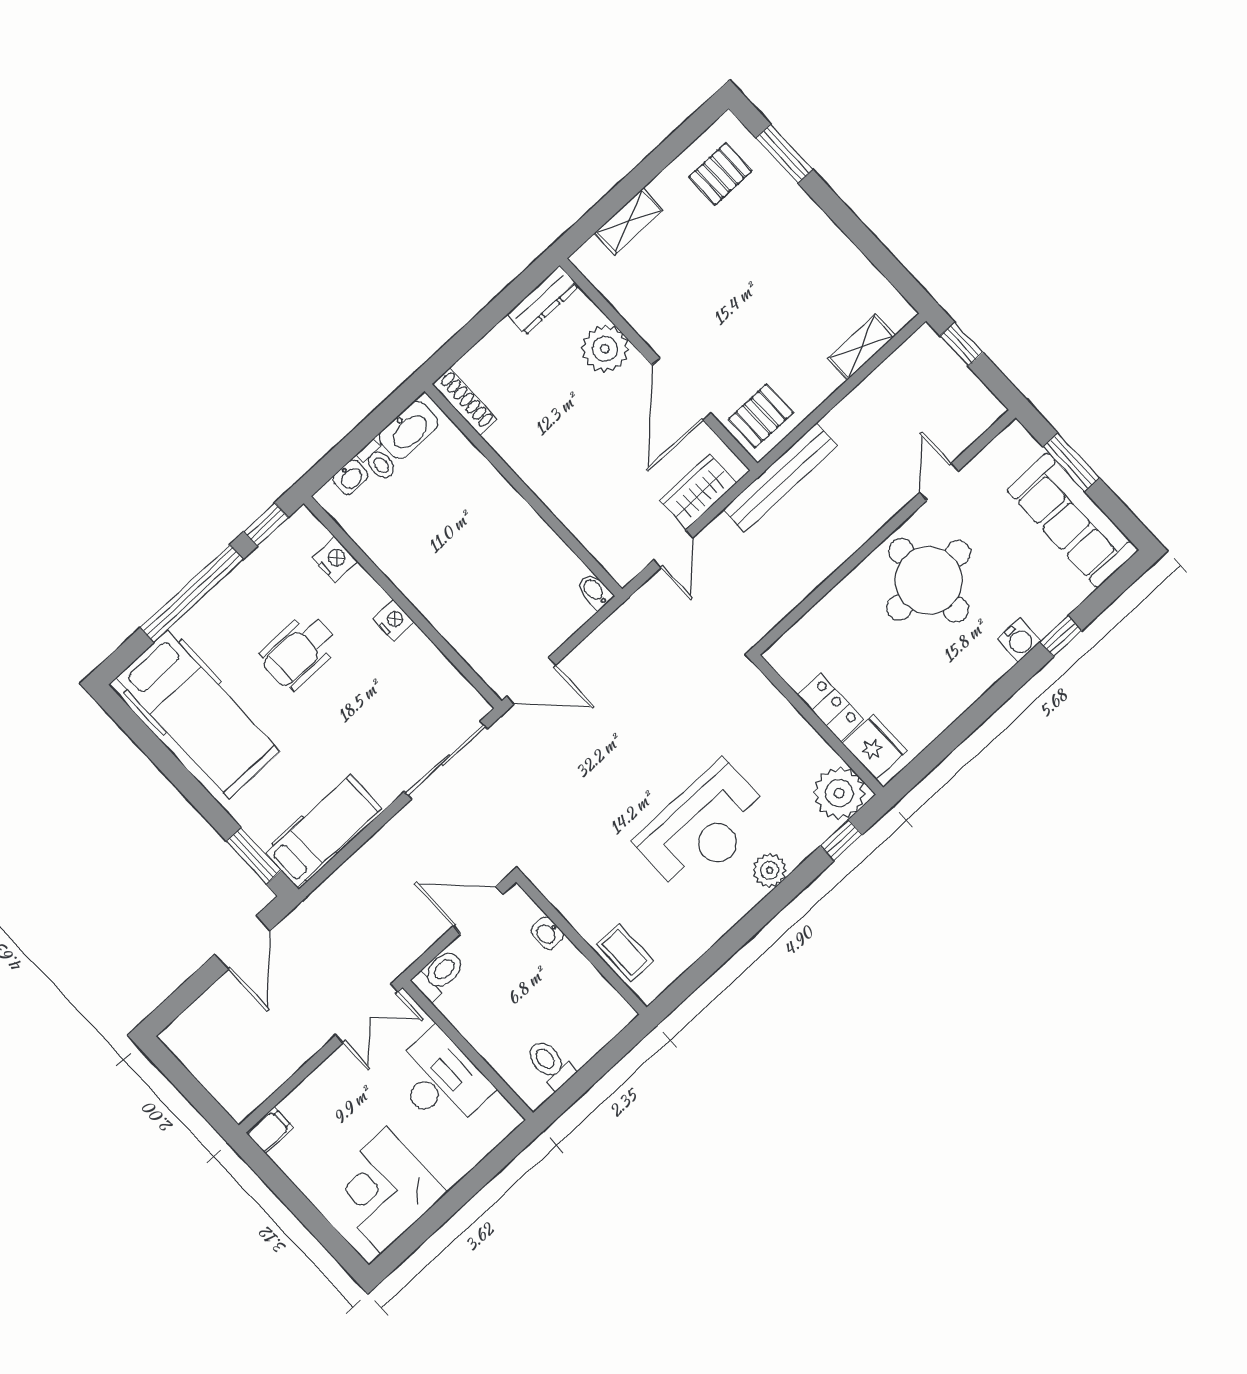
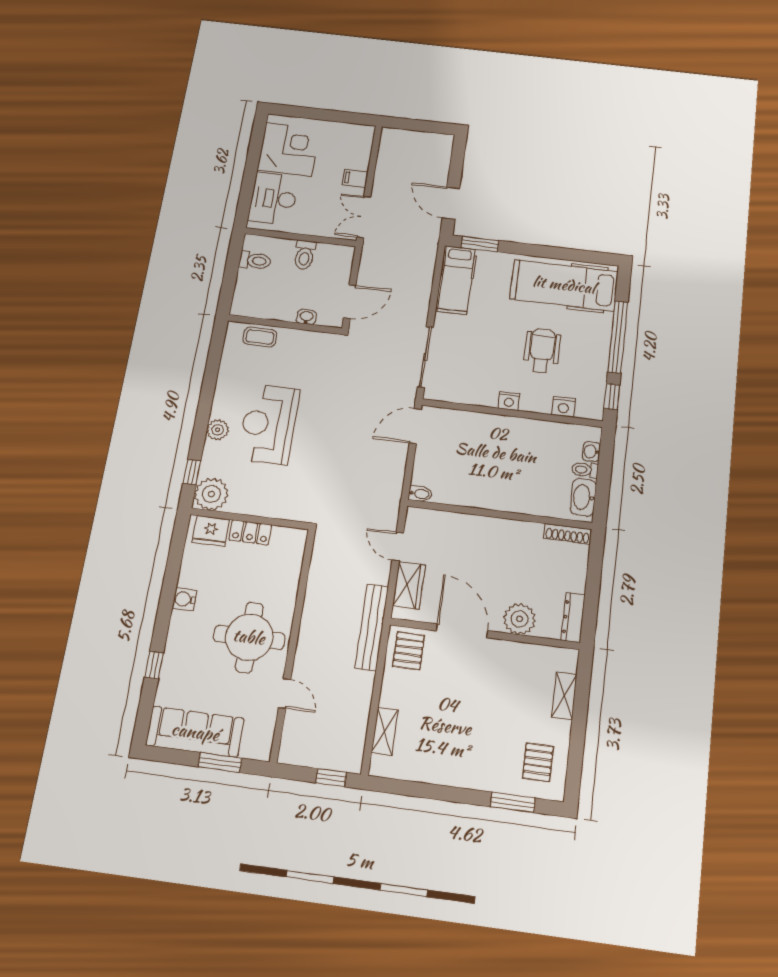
water cooler: (1019, 640) -> (184, 599), moved
toilet: (439, 974) -> (305, 255), moved
desk: (441, 1080) -> (273, 199), moved, turned 90
filing cabinet: (270, 1130) -> (355, 178), moved, turned 90

